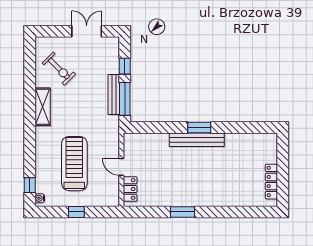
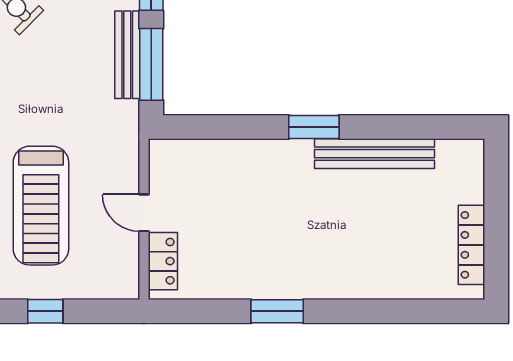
bench: (197, 140) -> (374, 154), moved
treadmill: (74, 164) -> (41, 206), turned 180

